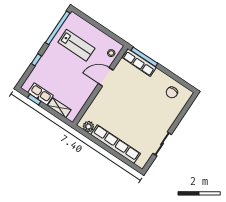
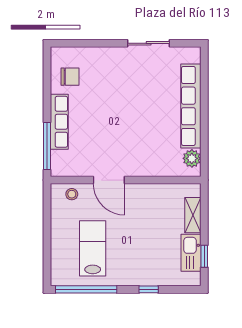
row of seats: (139, 63) -> (59, 122), moved

